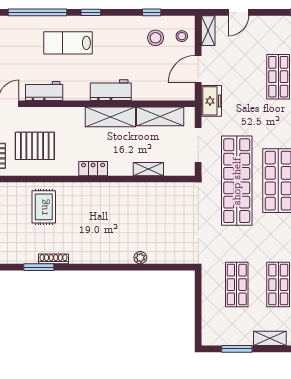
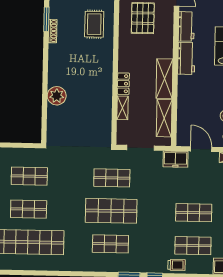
workbench: (111, 90) -> (186, 58), moved
locker: (93, 169) -> (123, 84), moved
shop shelf: (237, 181) -> (112, 178), width x0.50, depth x0.74
rug: (44, 207) -> (94, 24), turned 90
plant: (140, 258) -> (57, 96), width x1.88, depth x1.88

